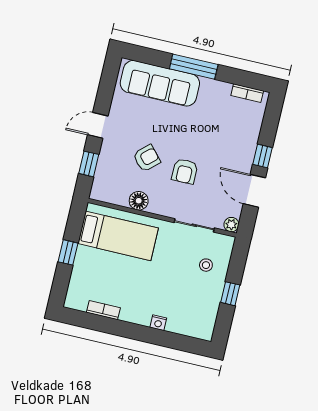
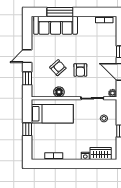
window: (194, 67) -> (60, 12), moved
wardrobe: (186, 325) -> (101, 154), added

